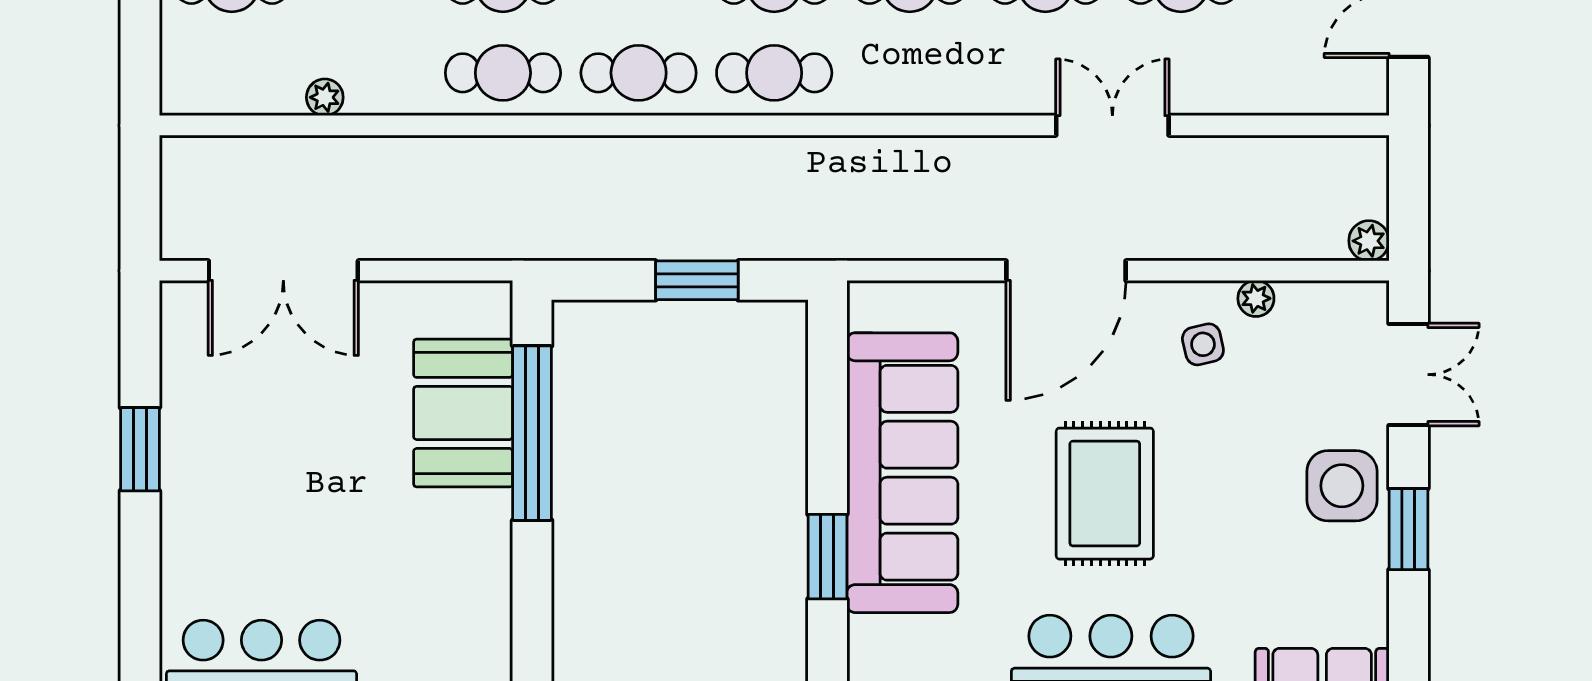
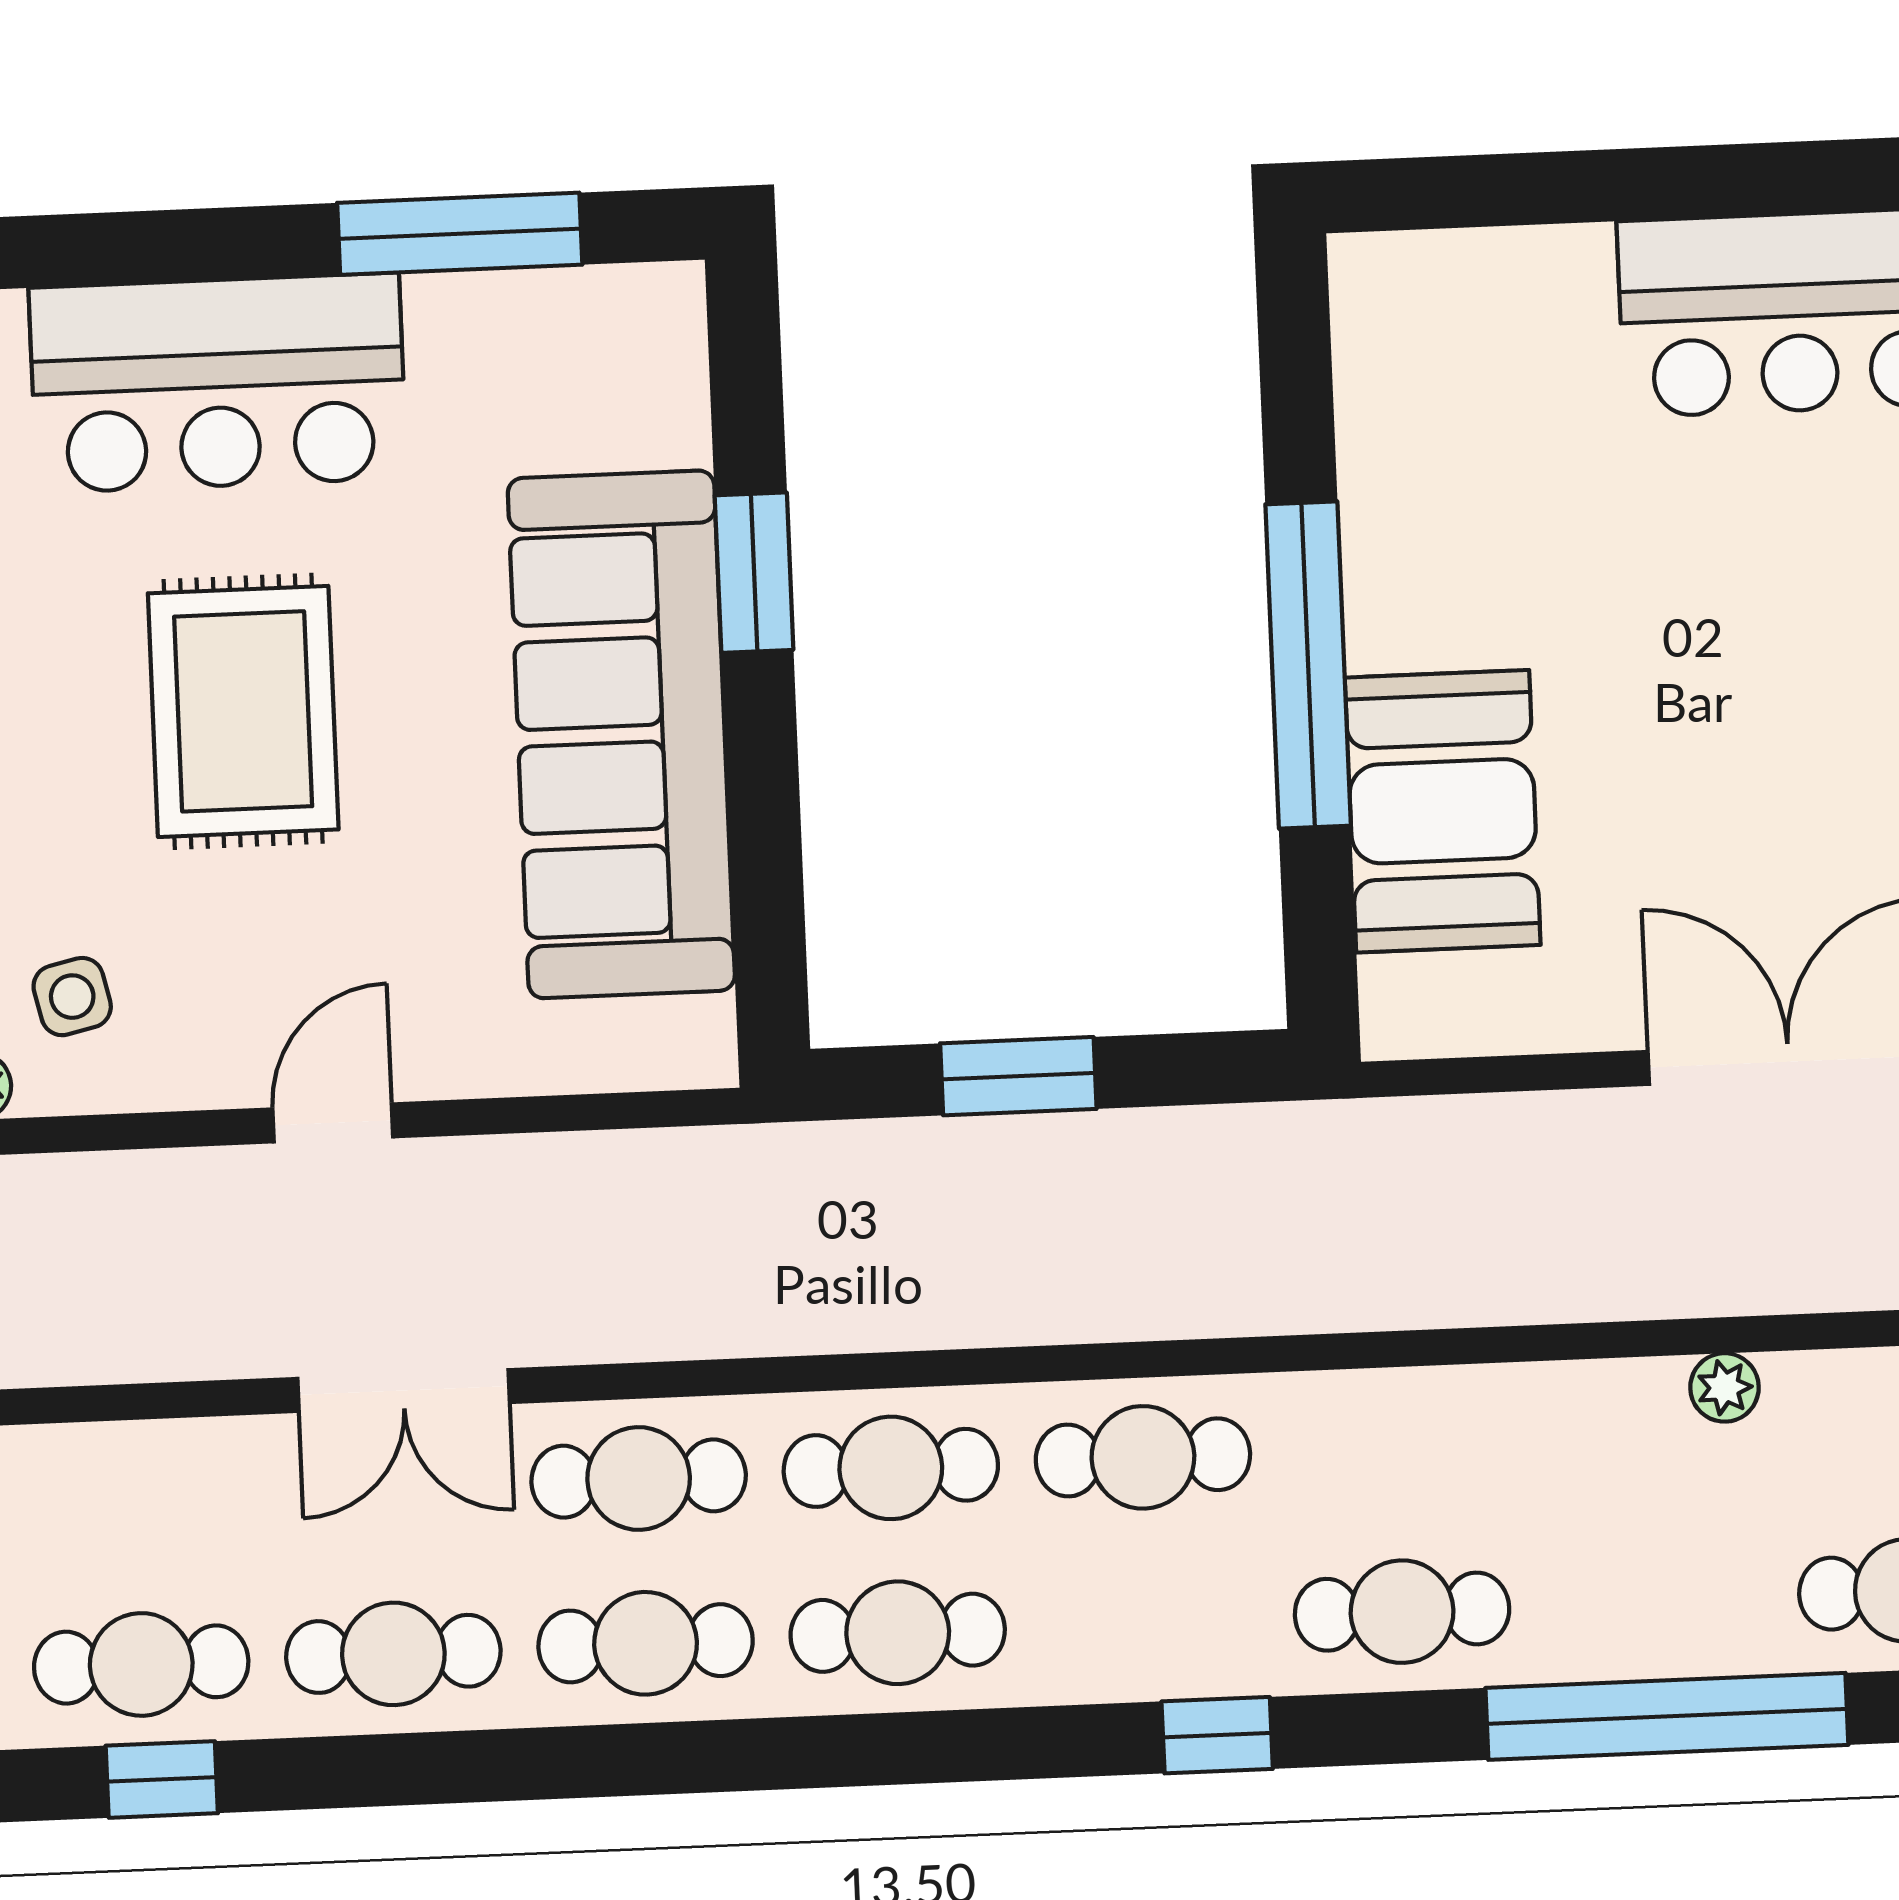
cafe table: (503, 73) -> (639, 1478), moved
double door: (1112, 125) -> (404, 1391), moved
door: (1066, 271) -> (333, 1123), width x0.53
window: (532, 433) -> (1308, 665), moved

